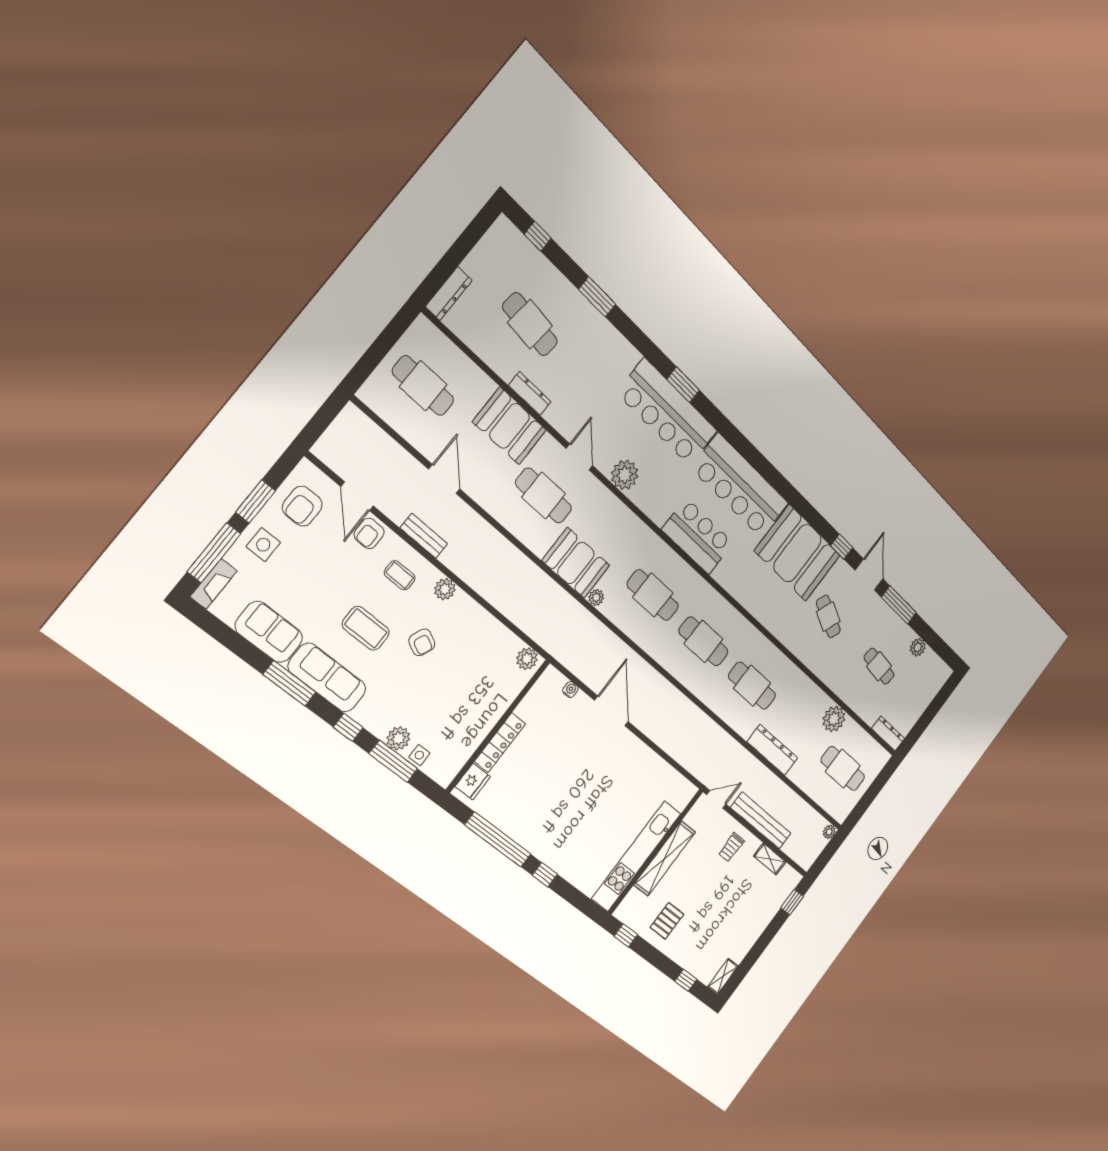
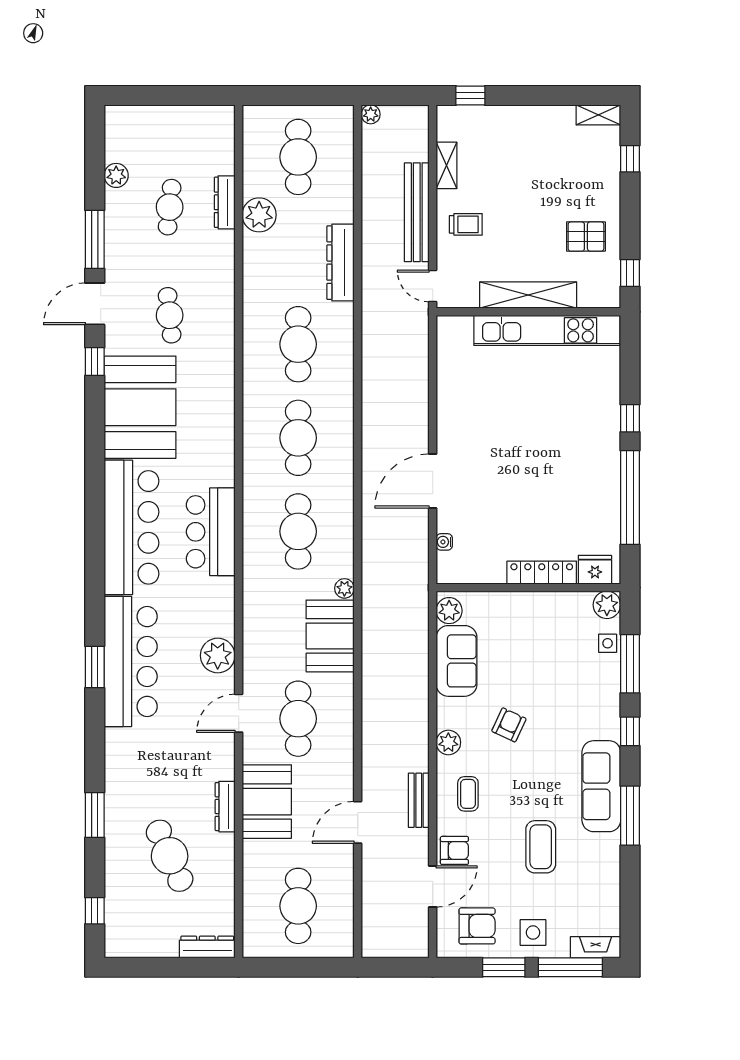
cafe table: (530, 324) -> (170, 856), turned -30
cafe table: (828, 617) -> (170, 315), turned -30
coffee table: (366, 628) -> (541, 847), moved
sofa: (269, 632) -> (456, 661), moved, turned 180
dresser: (888, 734) -> (225, 202), moved
plant: (398, 738) -> (607, 605), moved

